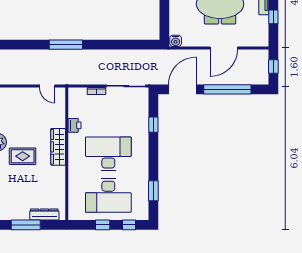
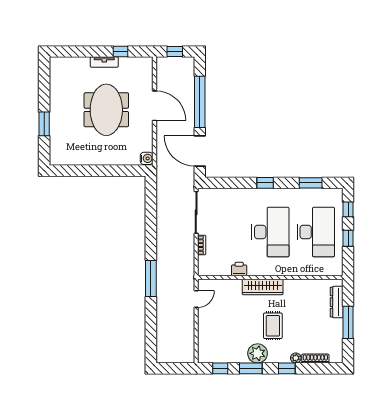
window: (153, 125) -> (265, 183), moved
desk: (108, 154) -> (270, 232), turned 180

